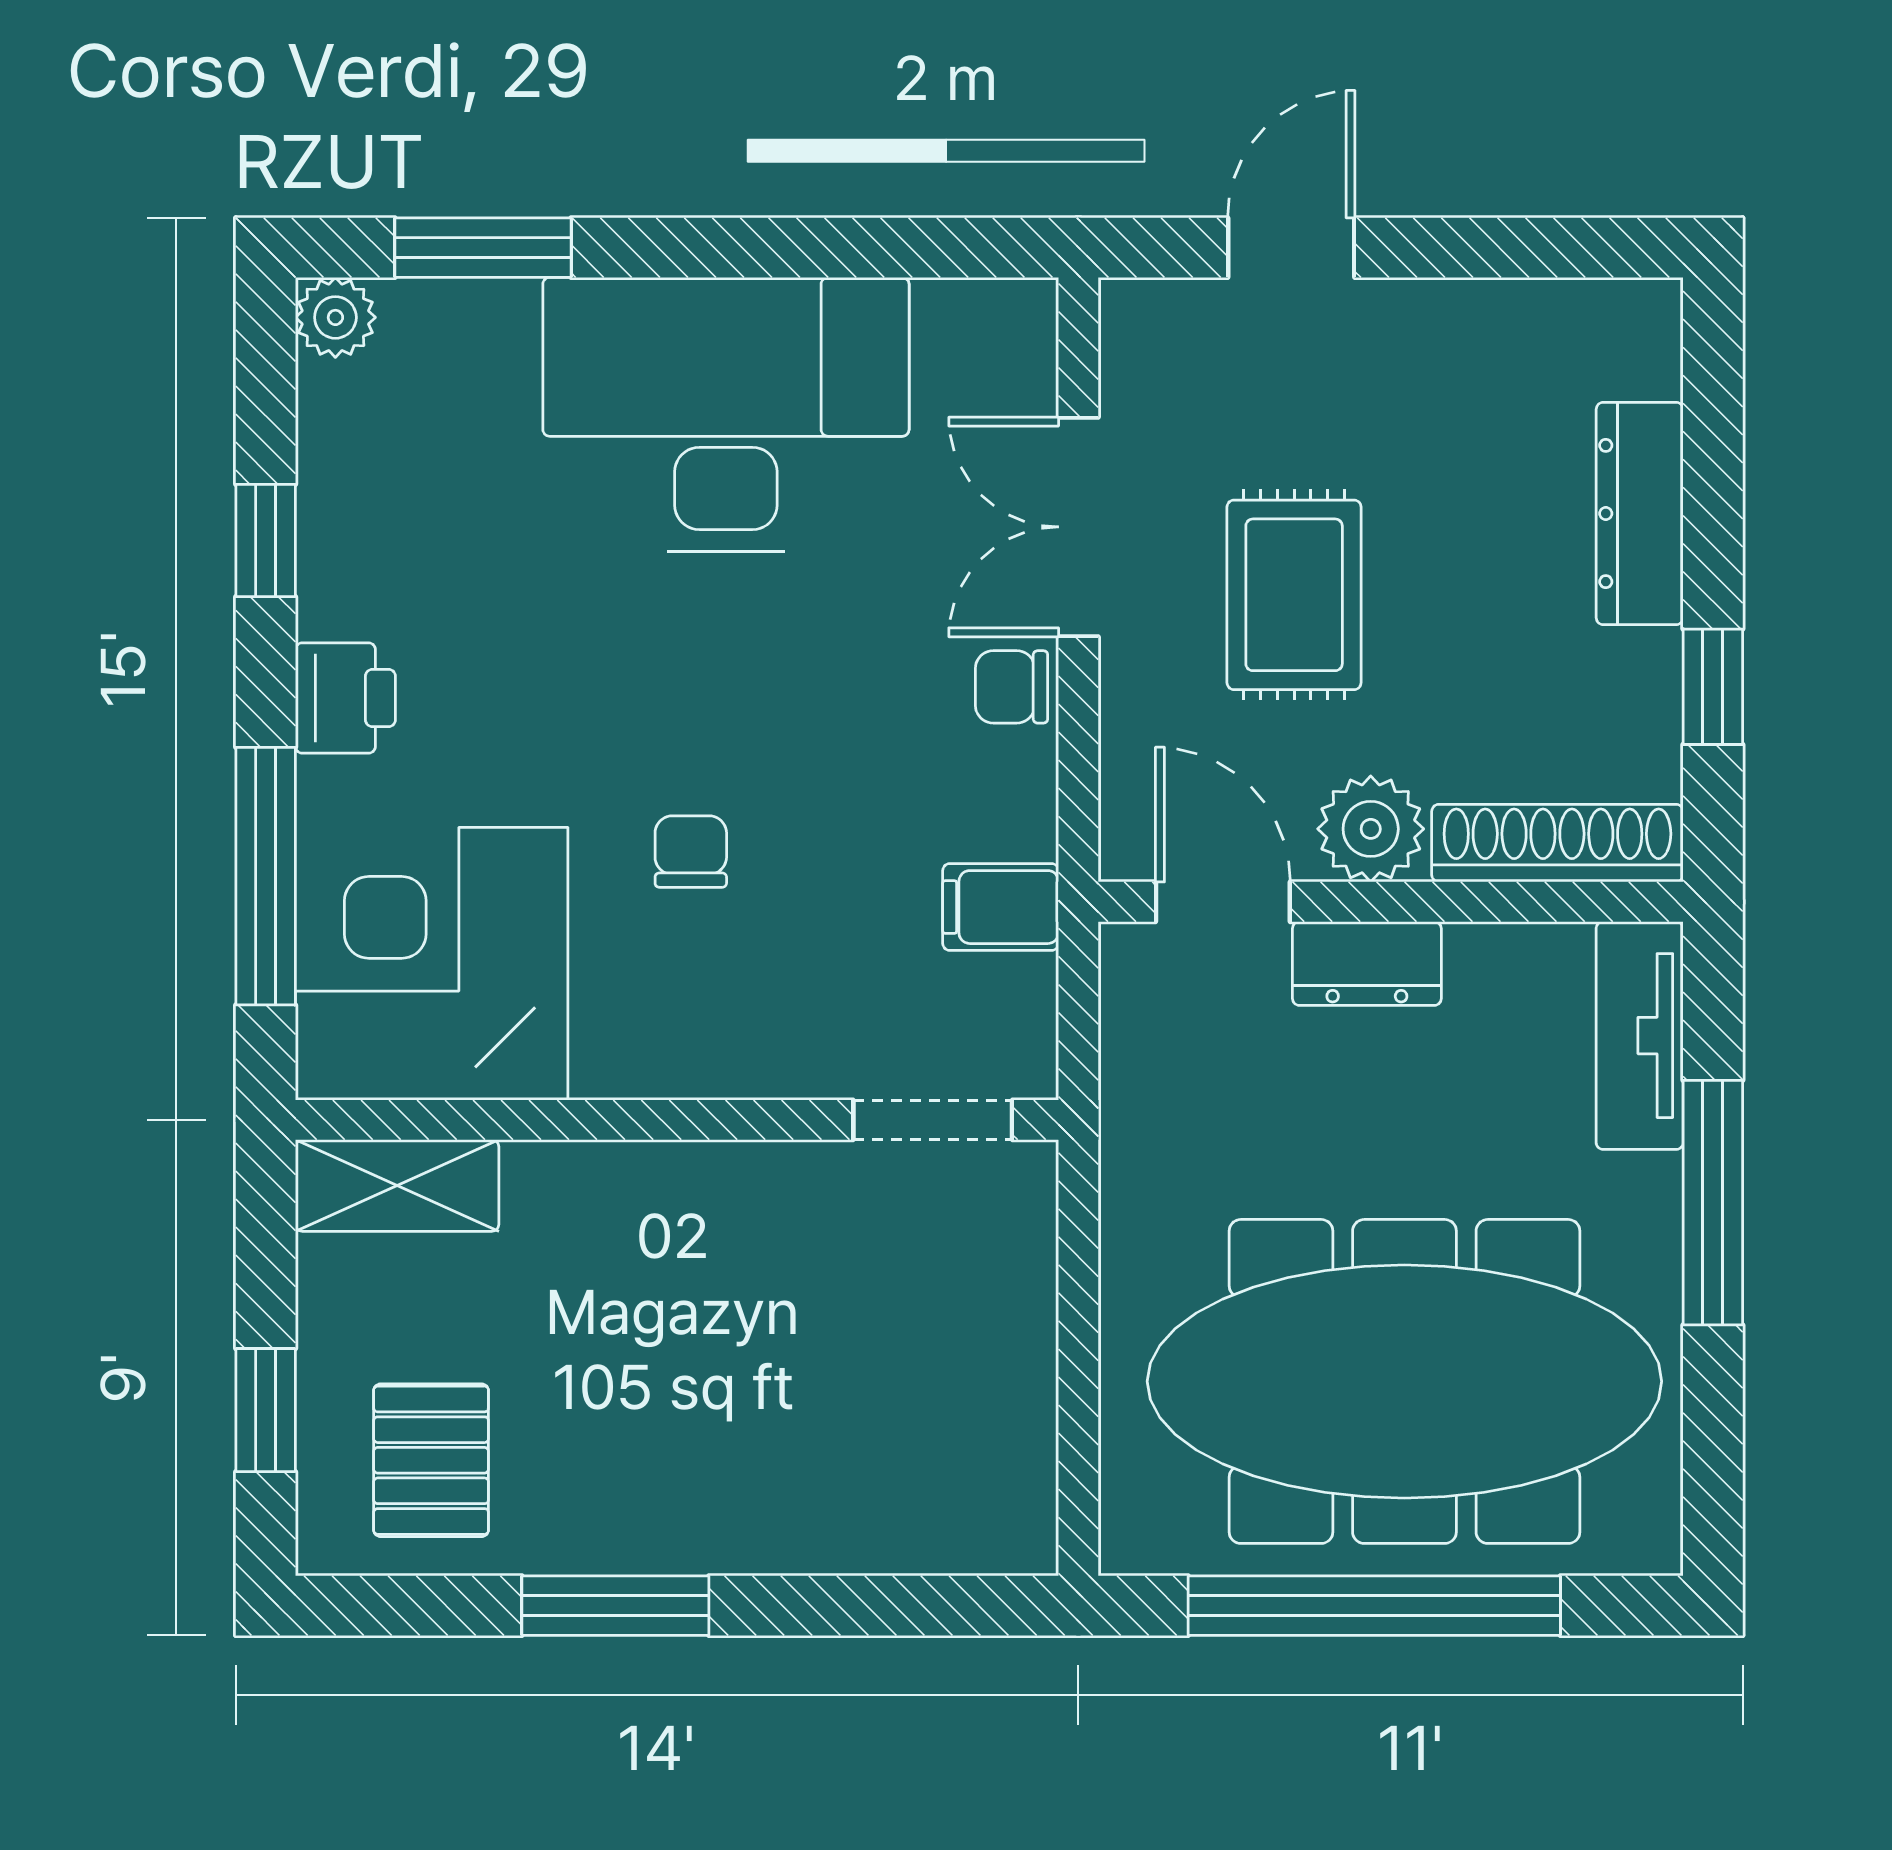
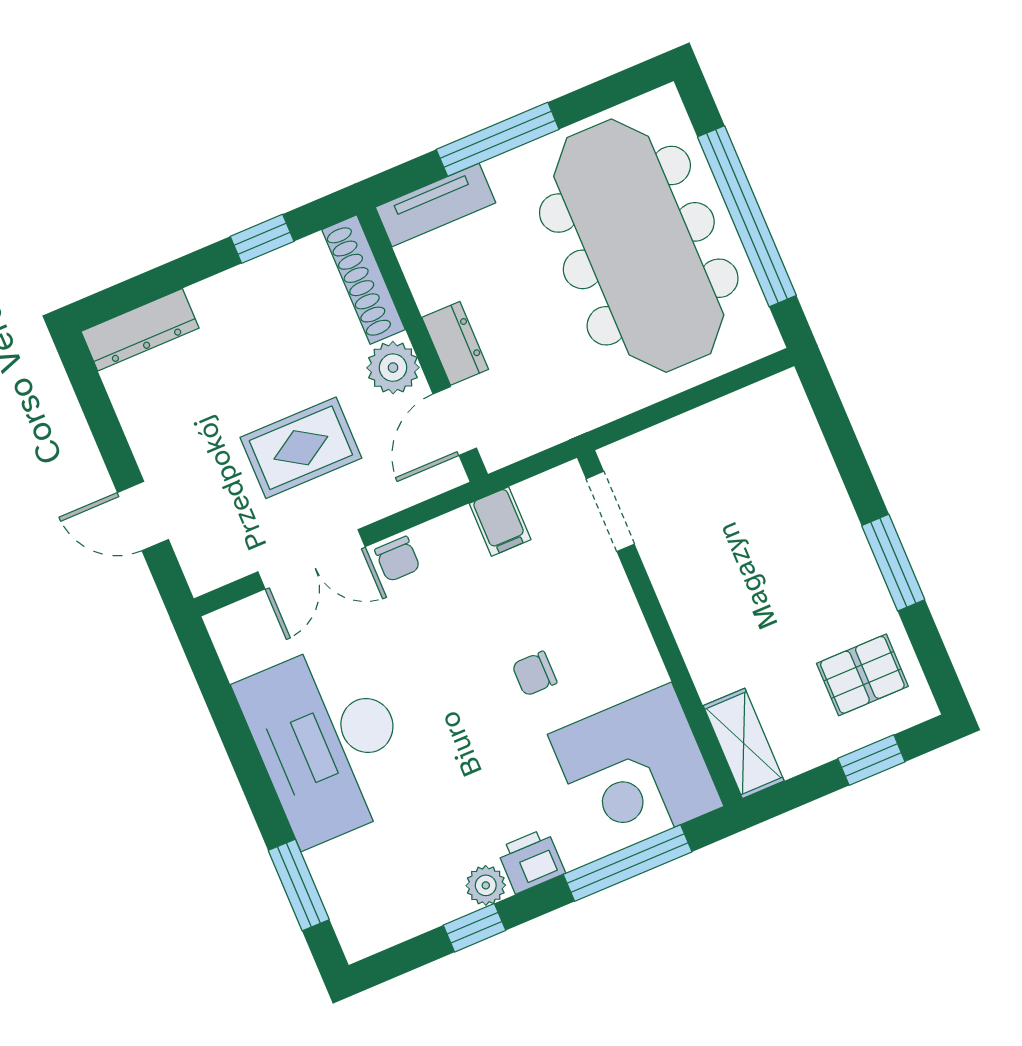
plant: (335, 317) -> (486, 885), moved
dresser: (1640, 514) -> (140, 330), moved

